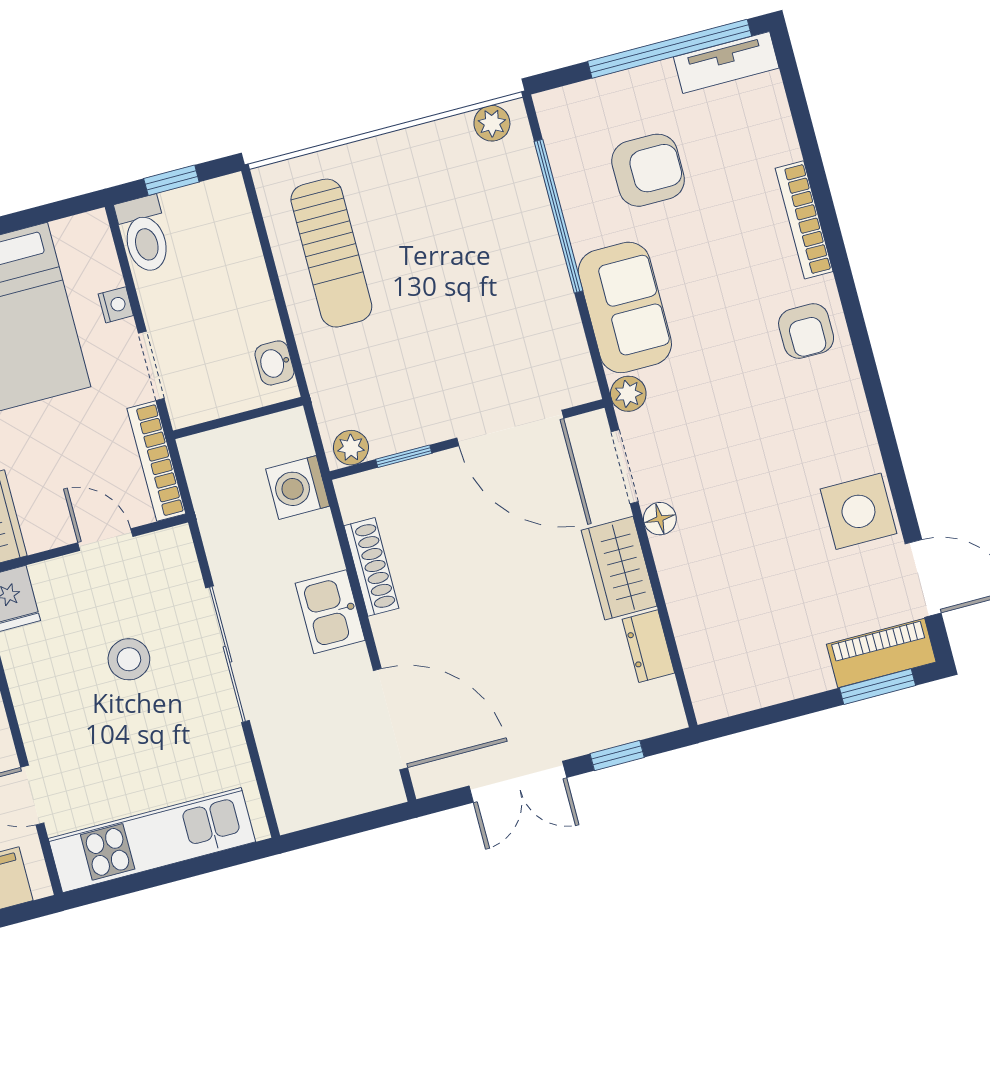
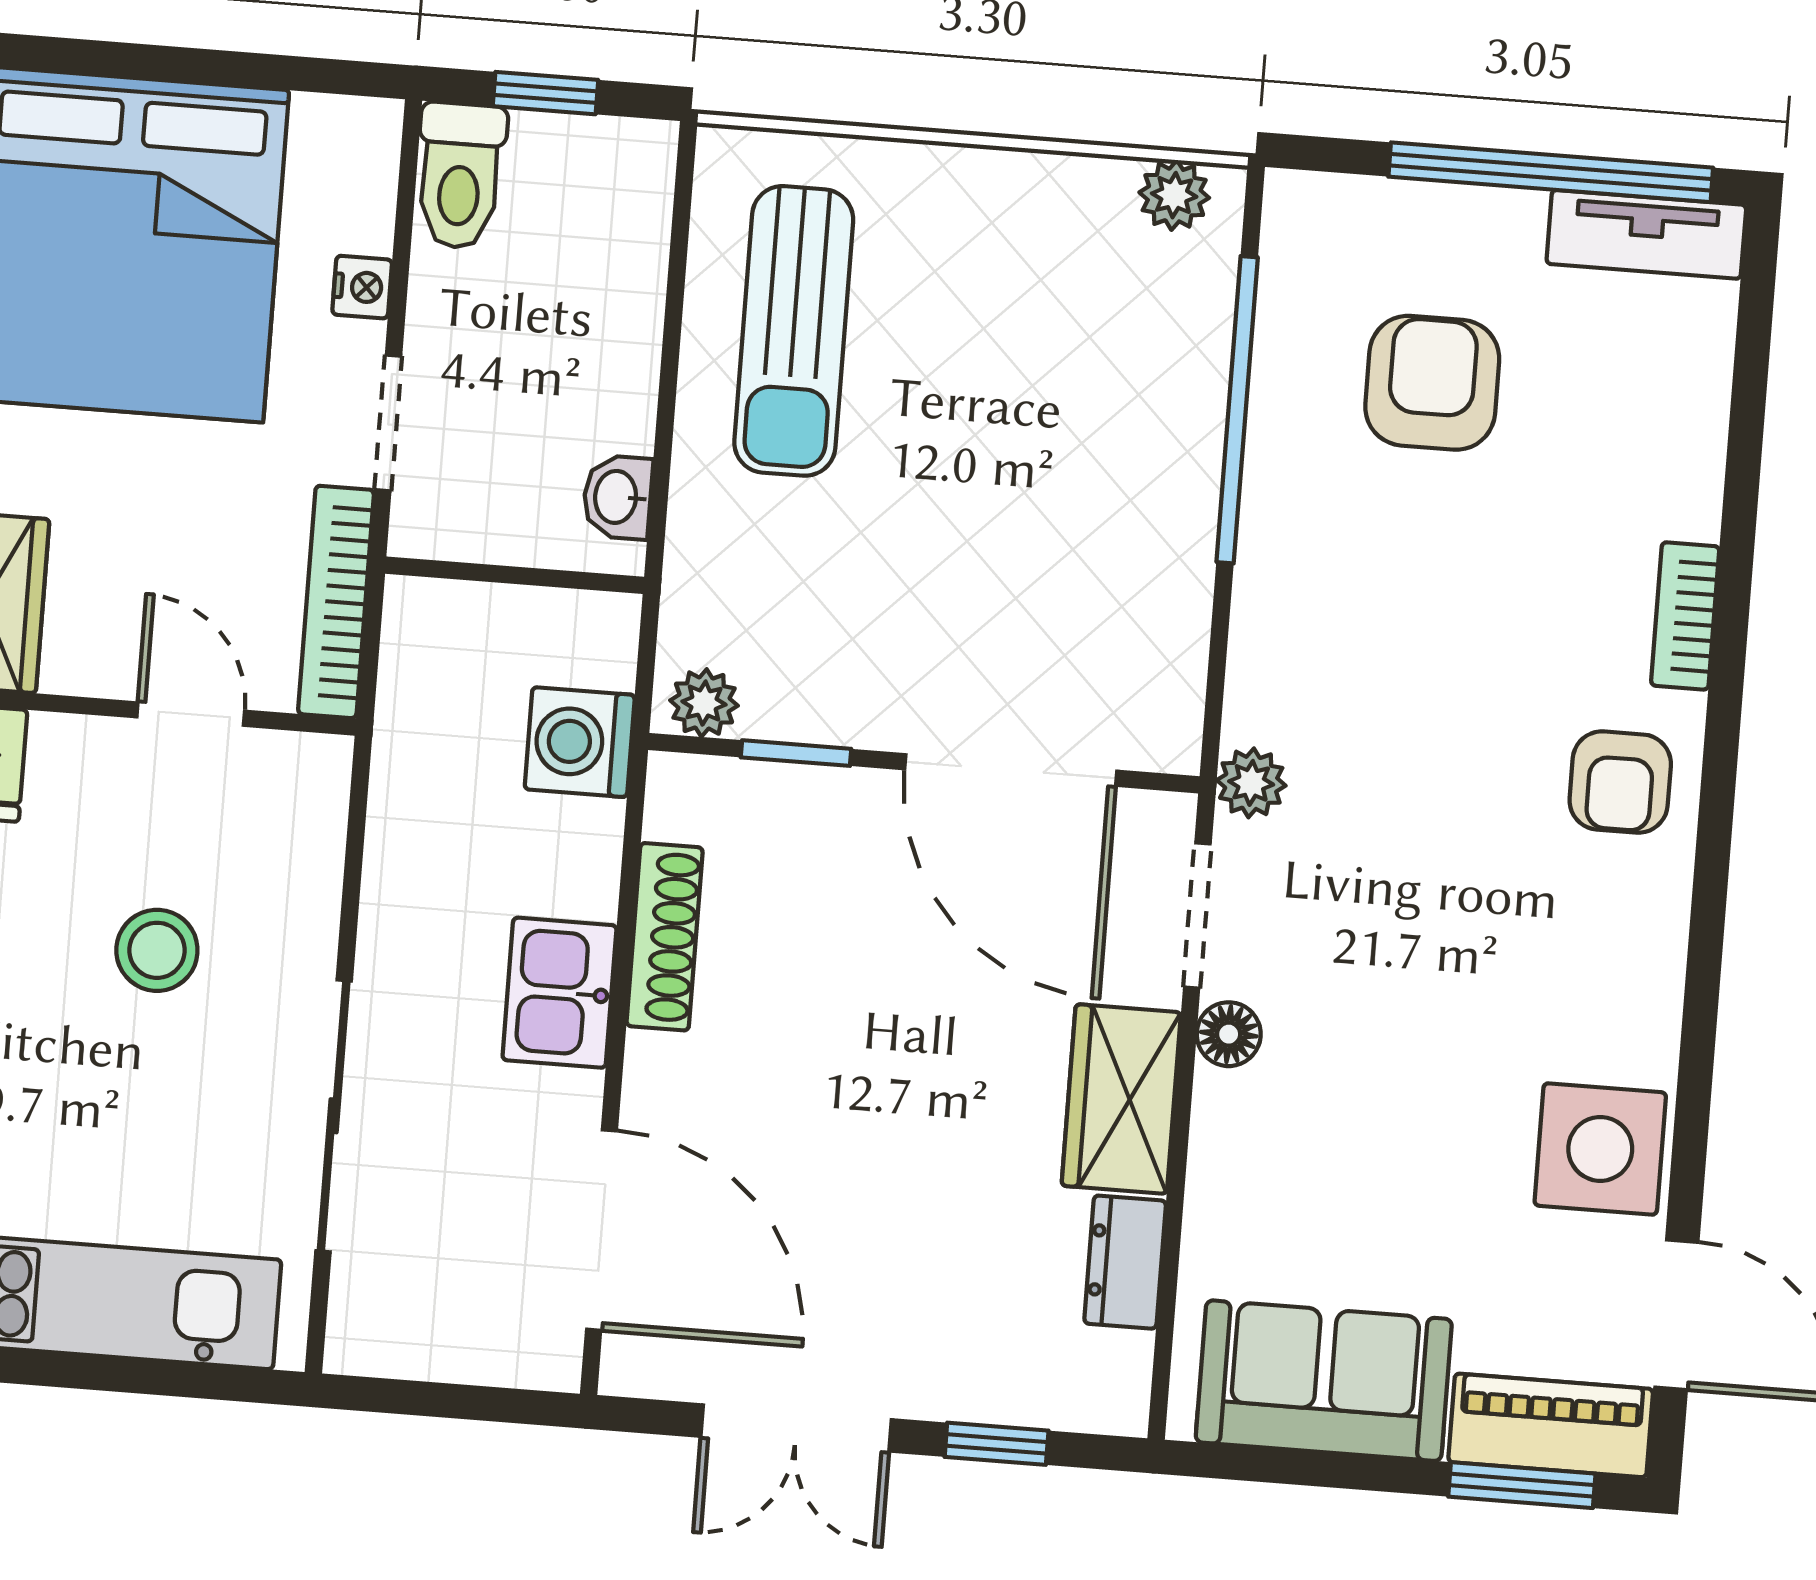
armchair: (648, 170) -> (1432, 383), turned -90
bookcase: (804, 220) -> (1685, 616), width x0.64
sofa: (625, 307) -> (1324, 1381), moved, turned -90
sliding door: (228, 654) -> (334, 1116), moved

